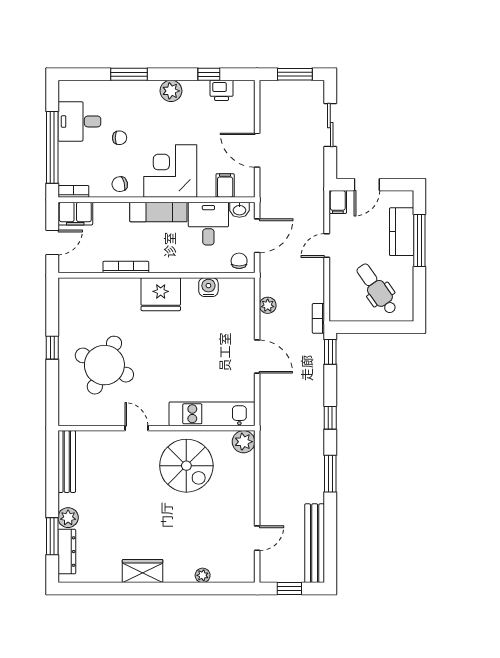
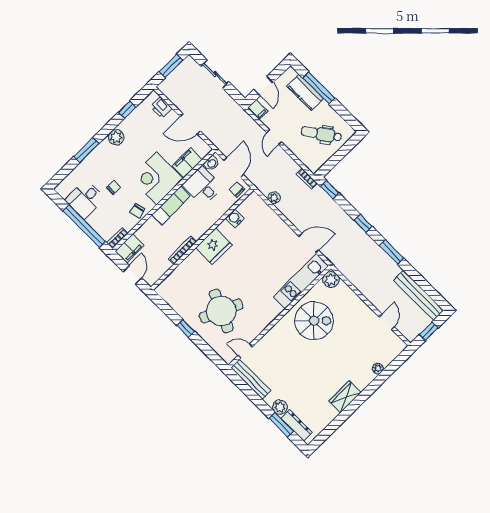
printer: (222, 90) -> (161, 108), moved, turned 90
filing cabinet: (225, 185) -> (187, 163), width x2.00
door: (257, 357) -> (309, 243), moved
door: (136, 428) -> (245, 351), moved

